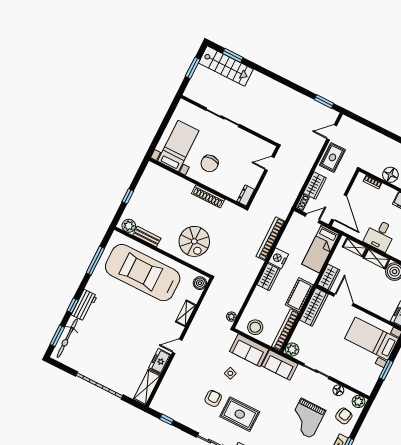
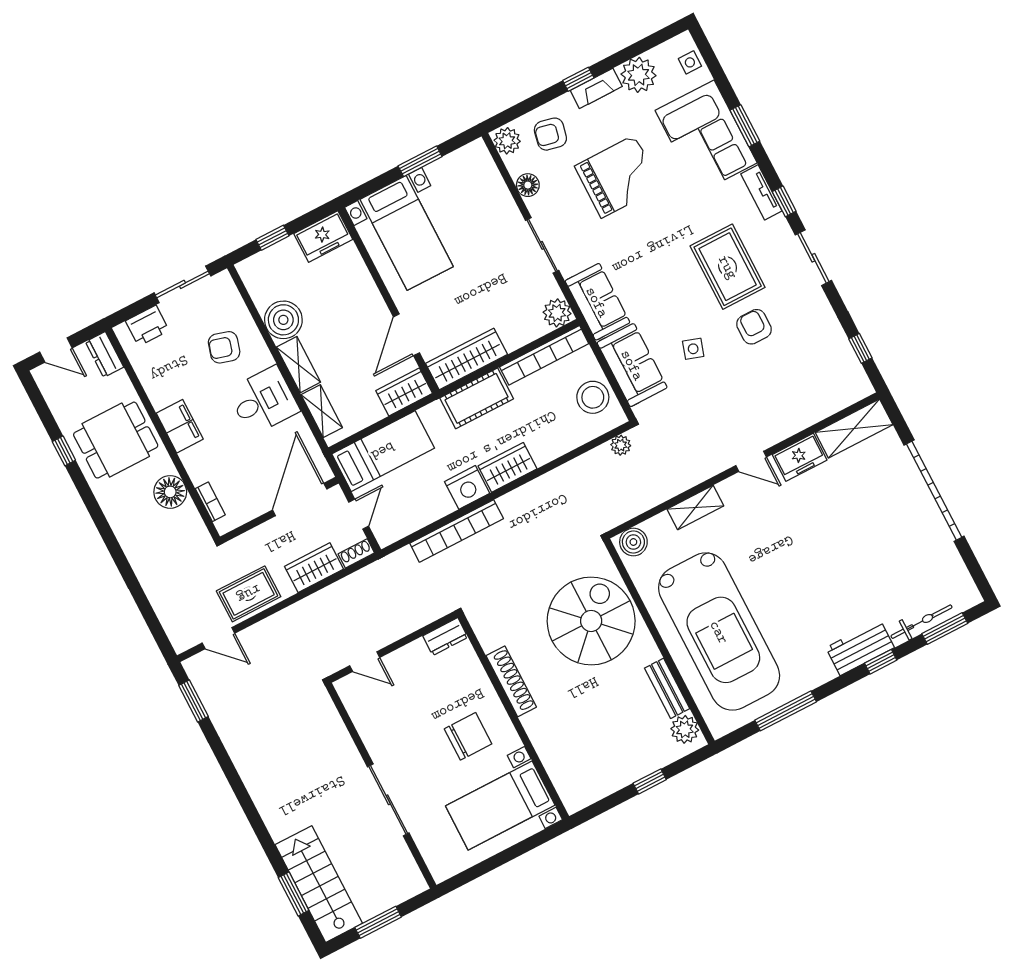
door: (312, 218) -> (359, 514), swing flipped
spiral stairs: (194, 241) -> (591, 621), width x1.37, depth x1.37
bicycle: (67, 338) -> (922, 622), width x0.73, depth x0.71
armchair: (213, 398) -> (754, 327), turned 90

